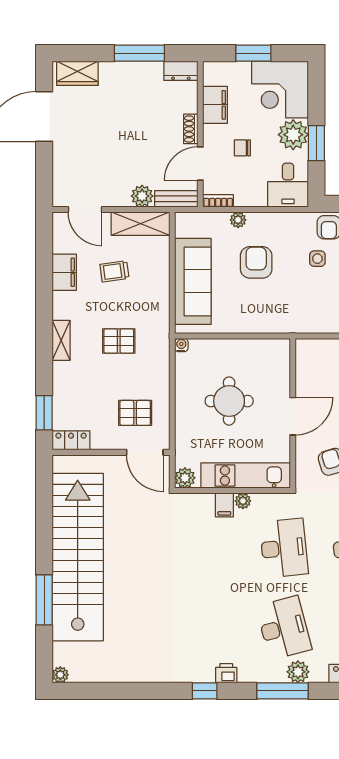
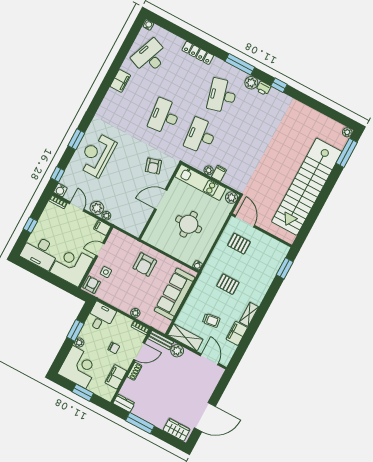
plant: (293, 135) -> (79, 342), width x0.53, depth x0.53
armchair: (256, 262) -> (145, 265), moved
shelving: (61, 340) -> (249, 314), moved
locker: (71, 440) -> (279, 247), removed
window: (44, 600) -> (347, 153), moved
plant: (298, 672) -> (251, 83), moved

